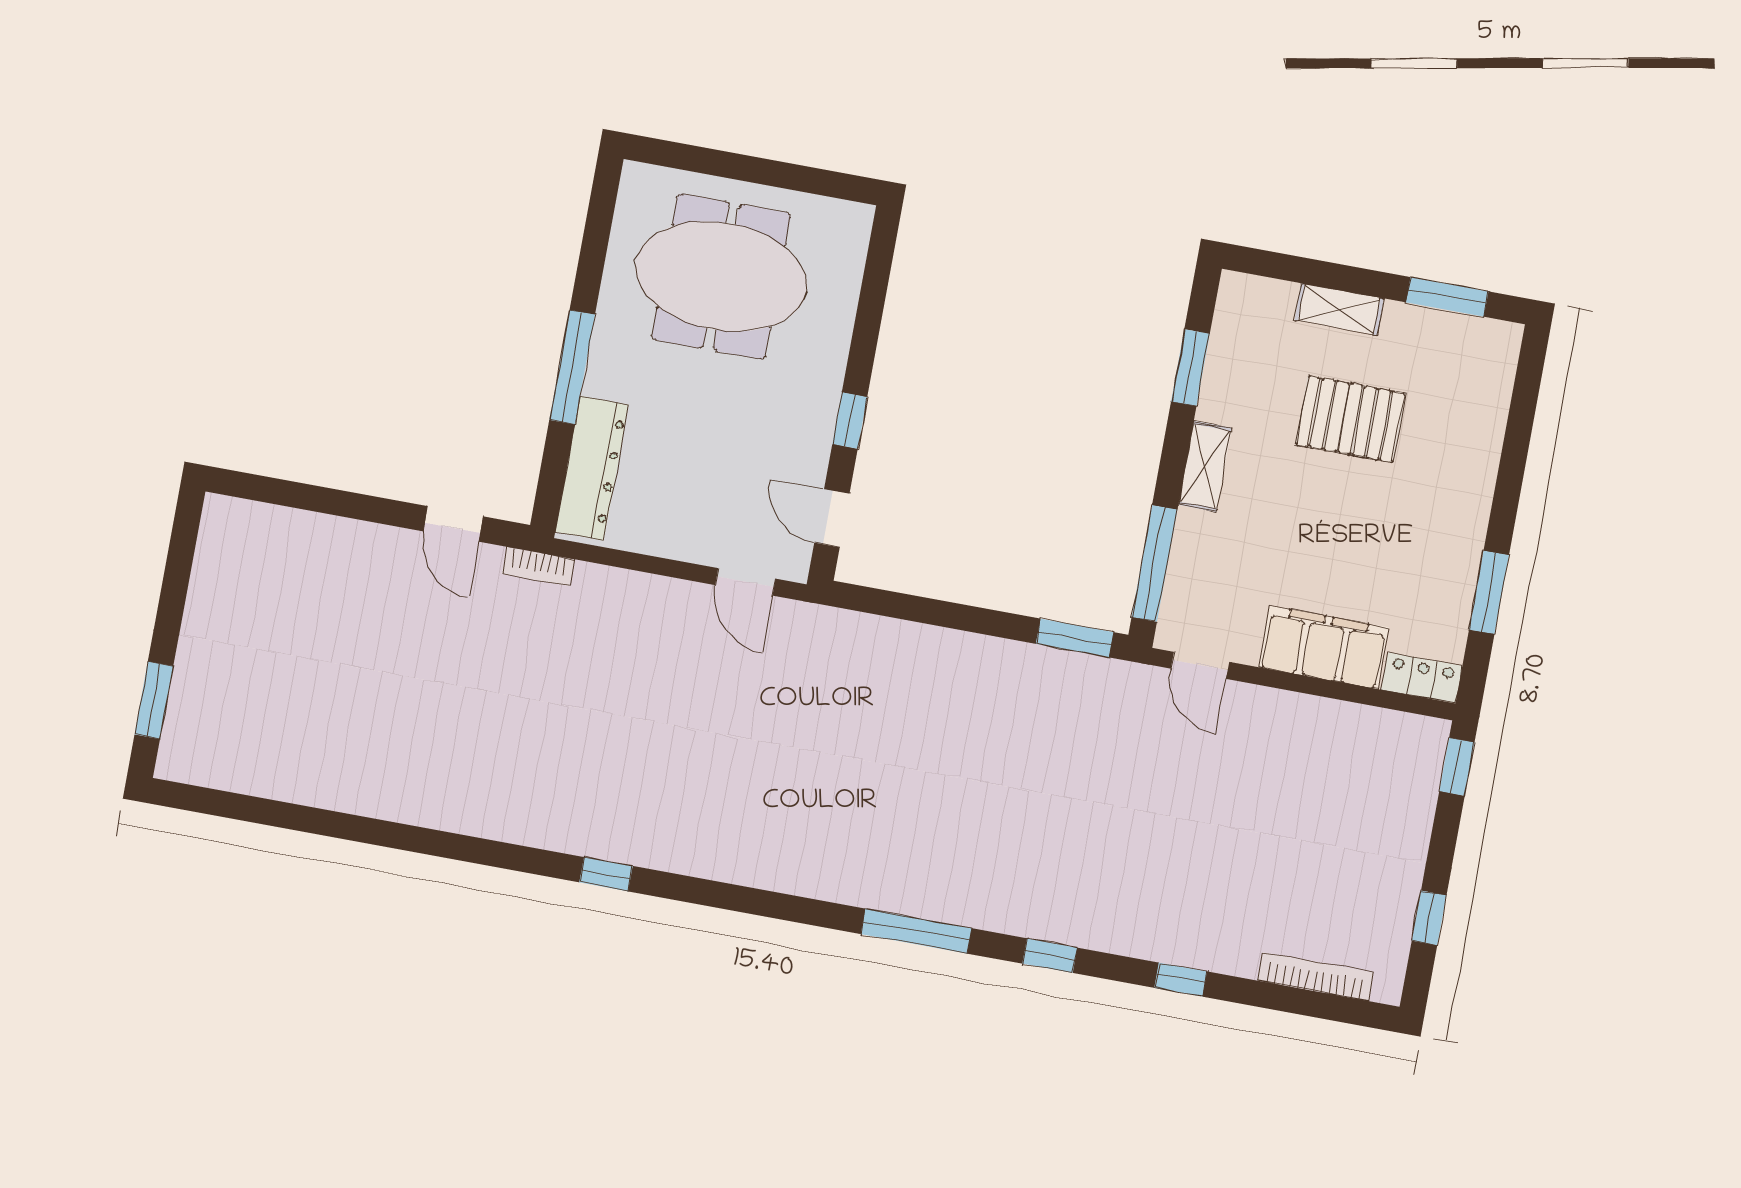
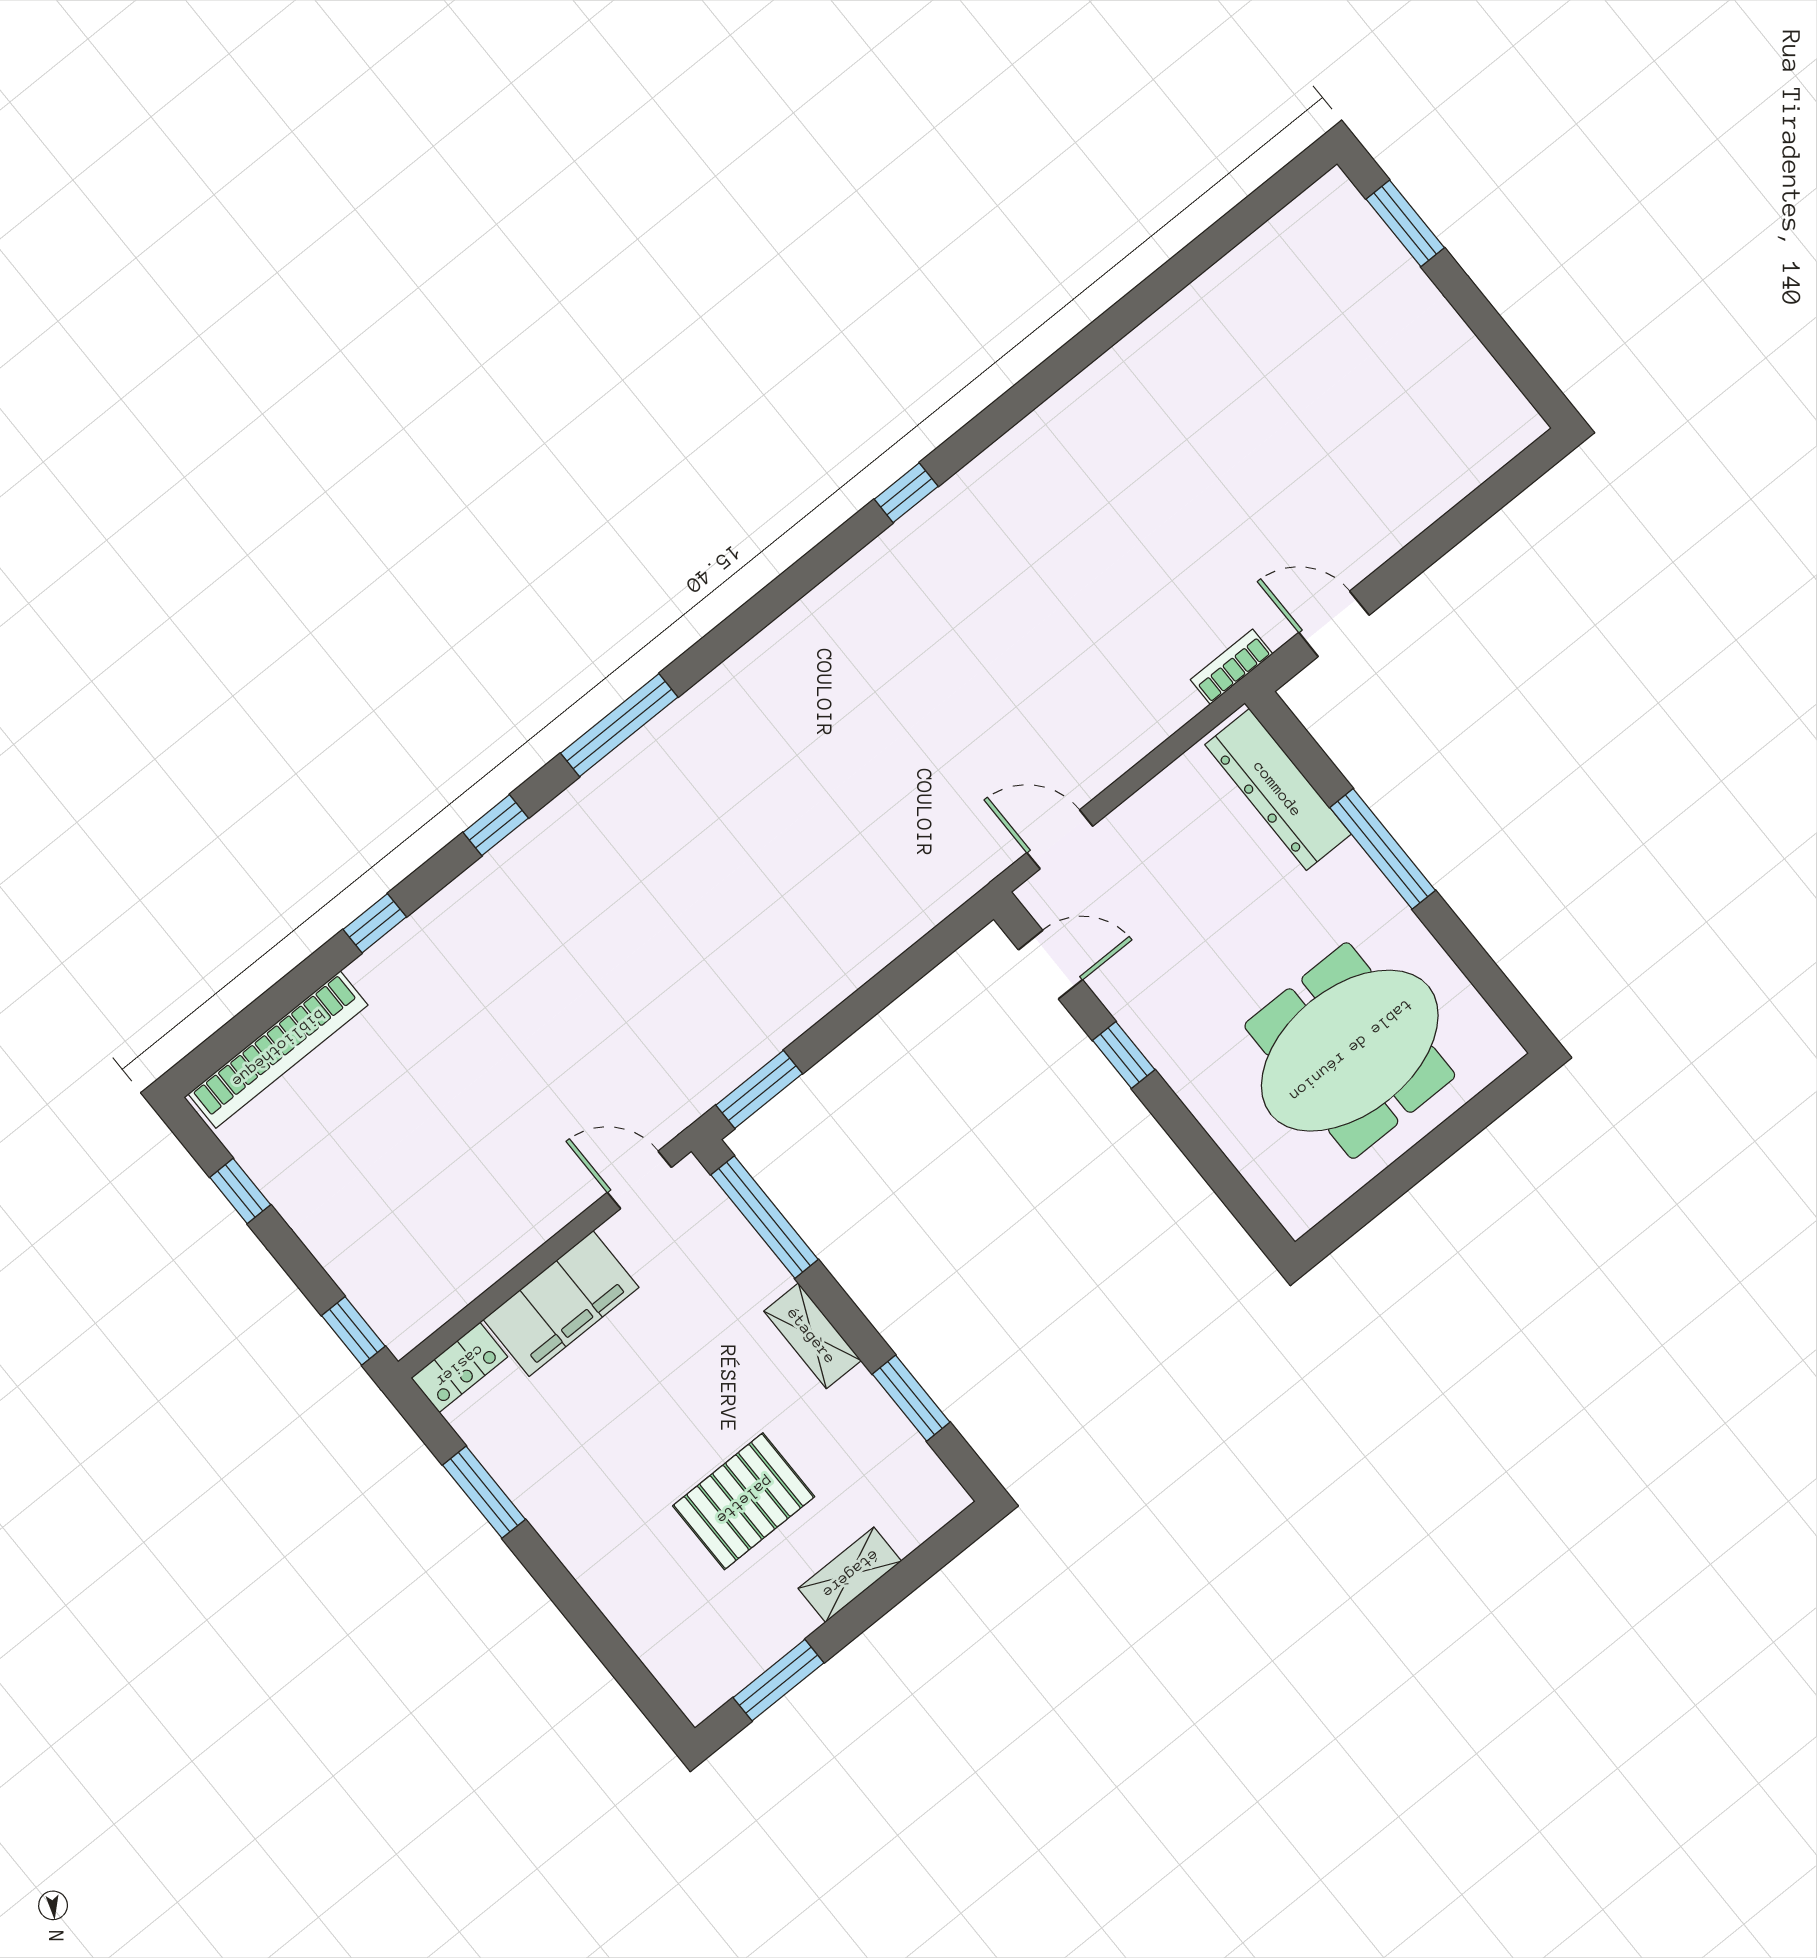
bookcase: (1316, 977) -> (278, 1049), width x1.48, depth x1.31

